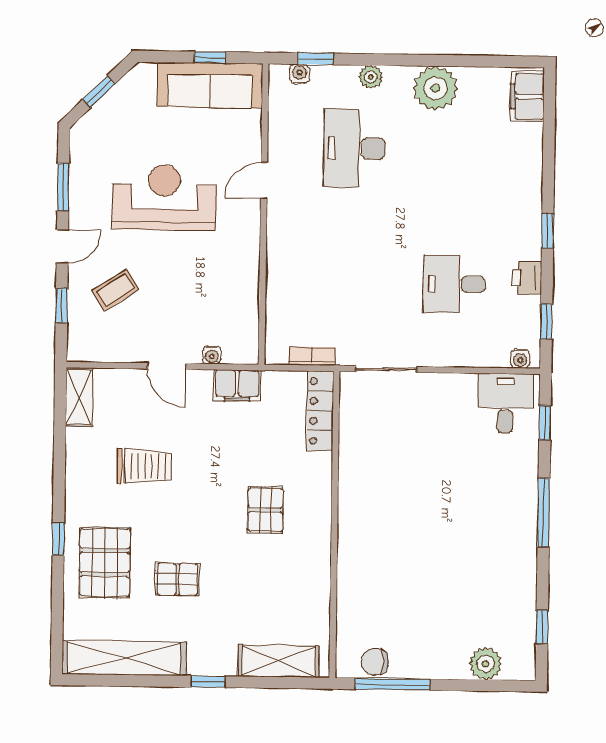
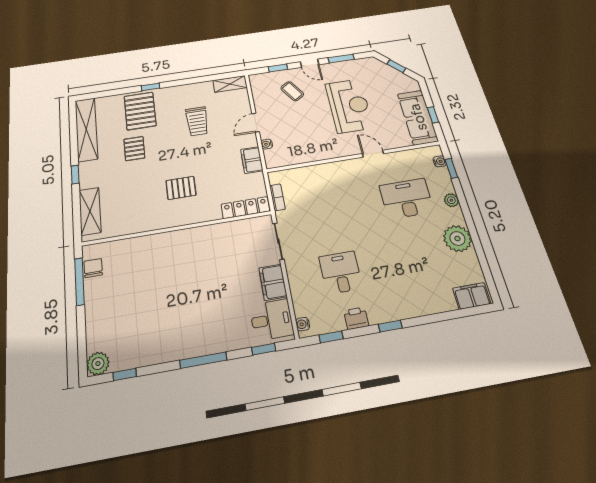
filing cabinet: (450, 390) -> (273, 282), added
pallet: (105, 562) -> (140, 111), turned 90
plant: (485, 664) -> (98, 364), moved

